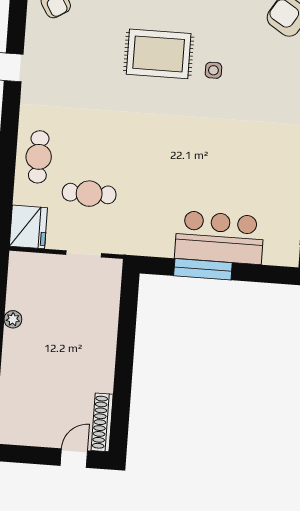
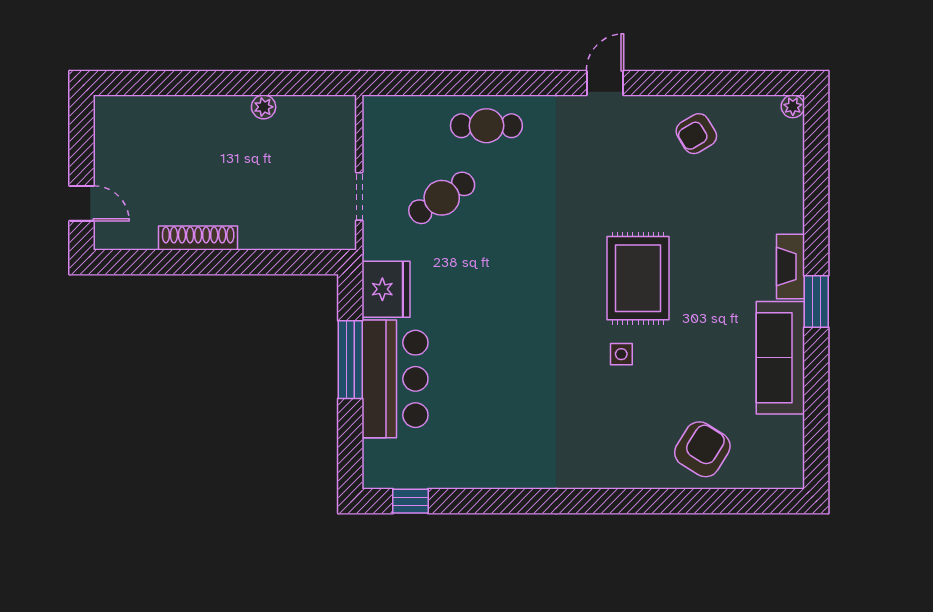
cafe table: (89, 194) -> (442, 198), turned 57
fridge: (28, 227) -> (386, 289), moved, turned -90
shoe rack: (102, 422) -> (198, 238), moved

